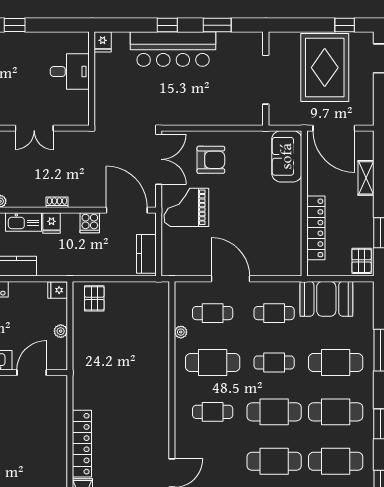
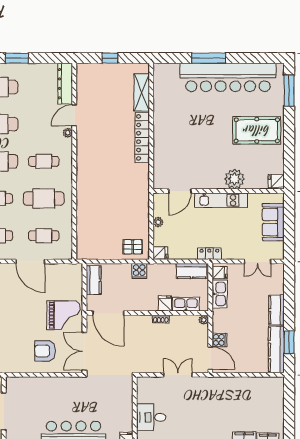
cooker: (90, 223) -> (139, 271), moved, turned 180
pallet: (94, 298) -> (133, 247), turned 90
plant: (181, 332) -> (68, 133), moved

